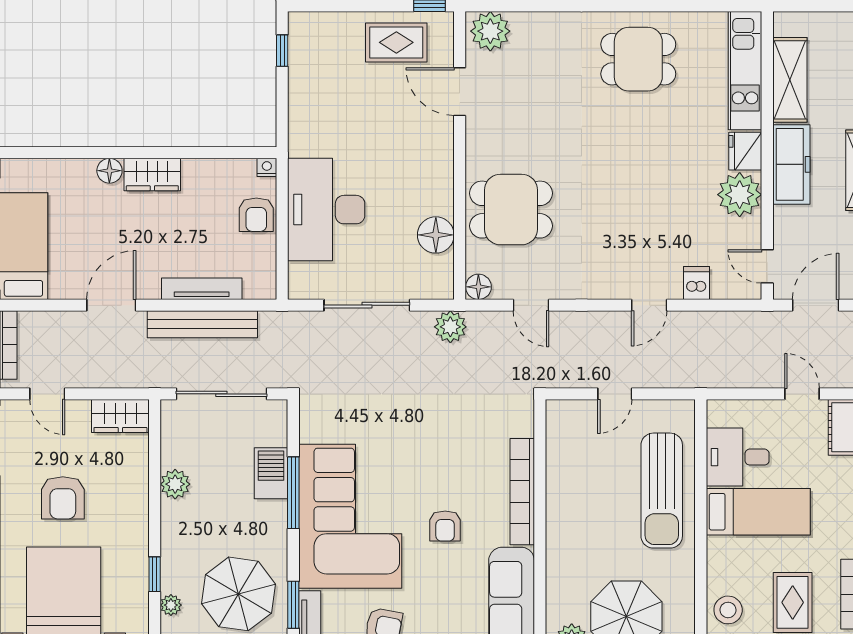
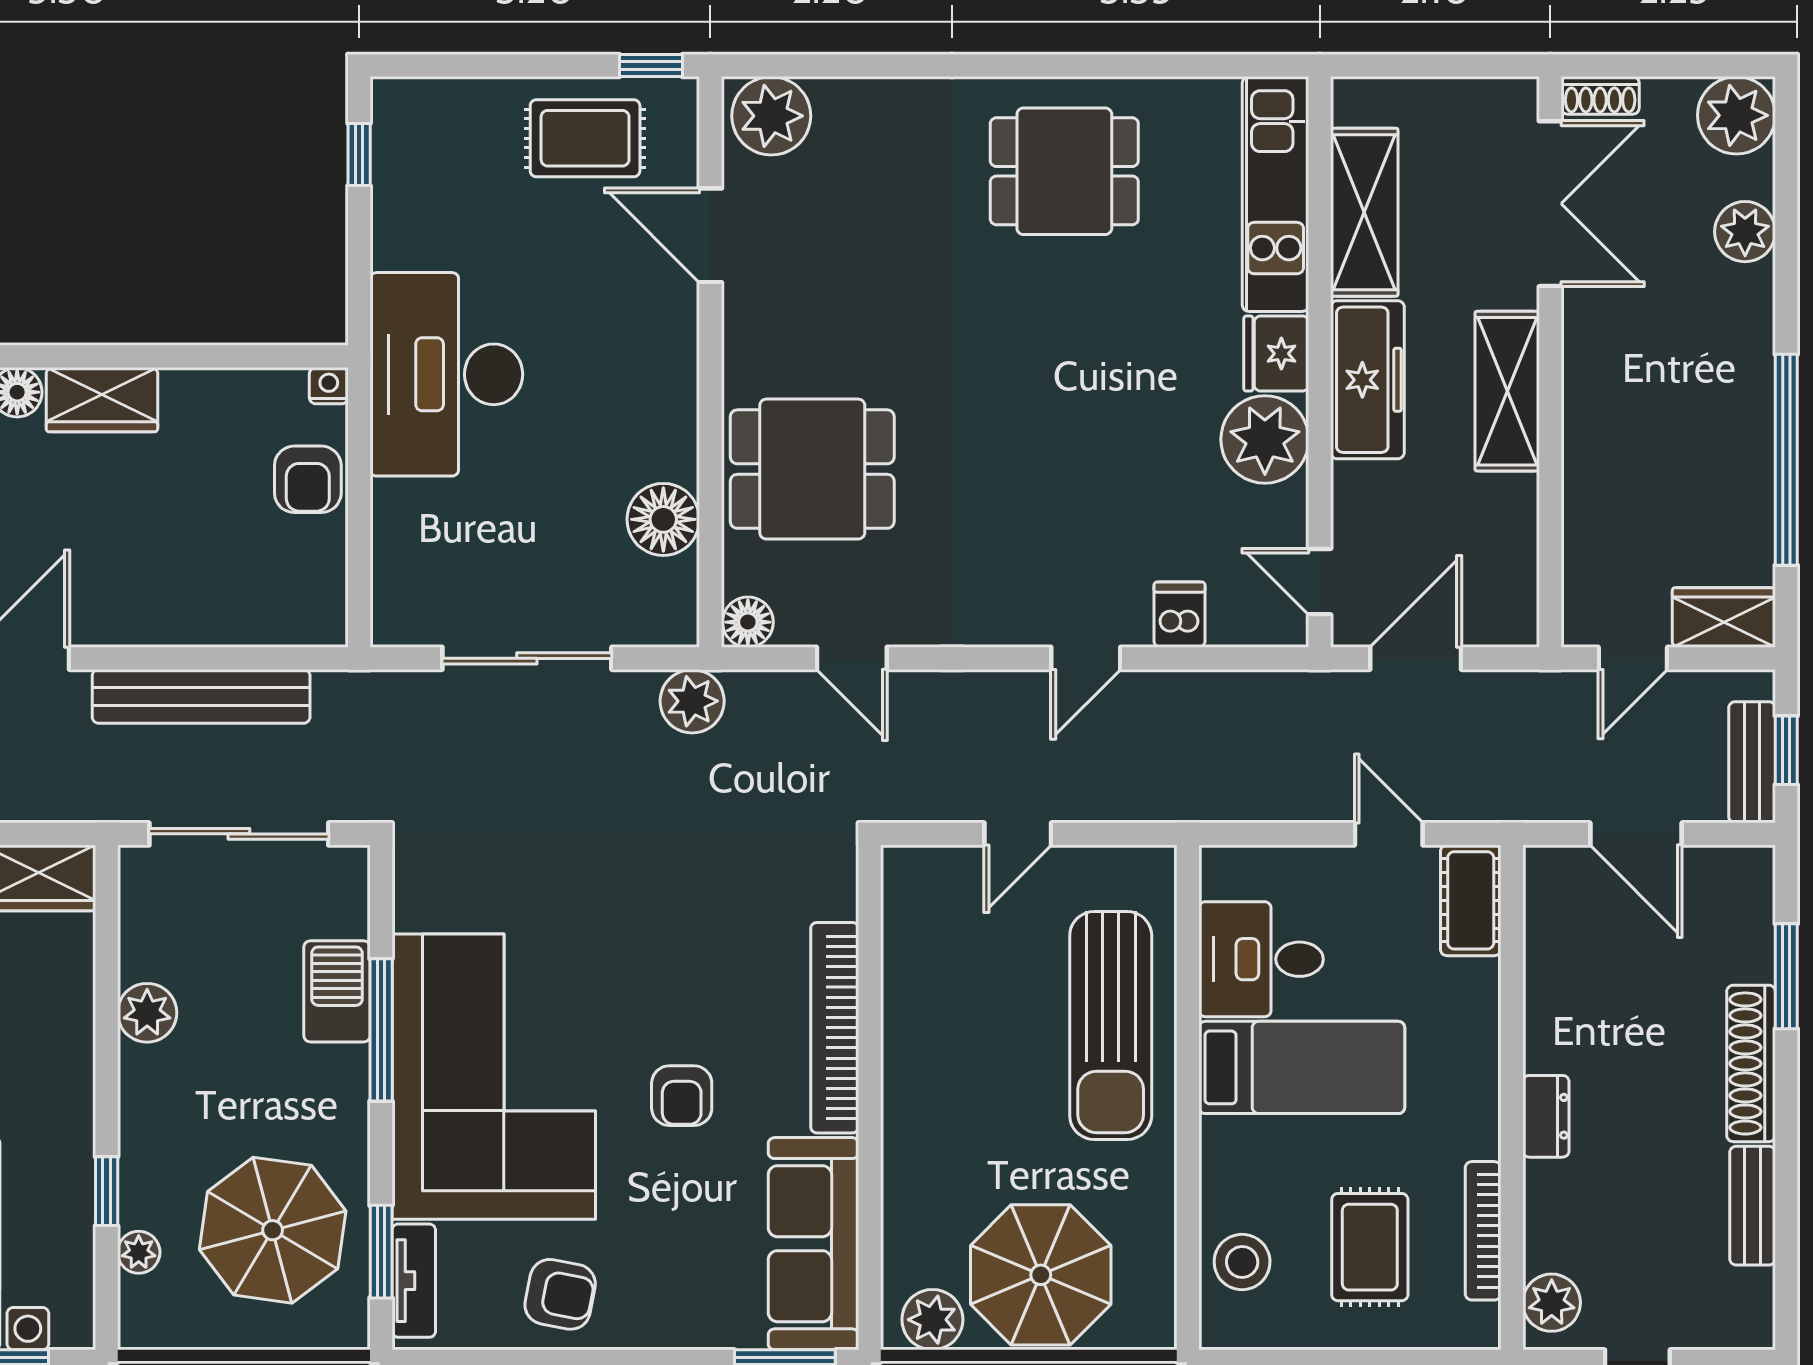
desk: (326, 210) -> (446, 374), moved
tv unit: (202, 289) -> (200, 626), removed

